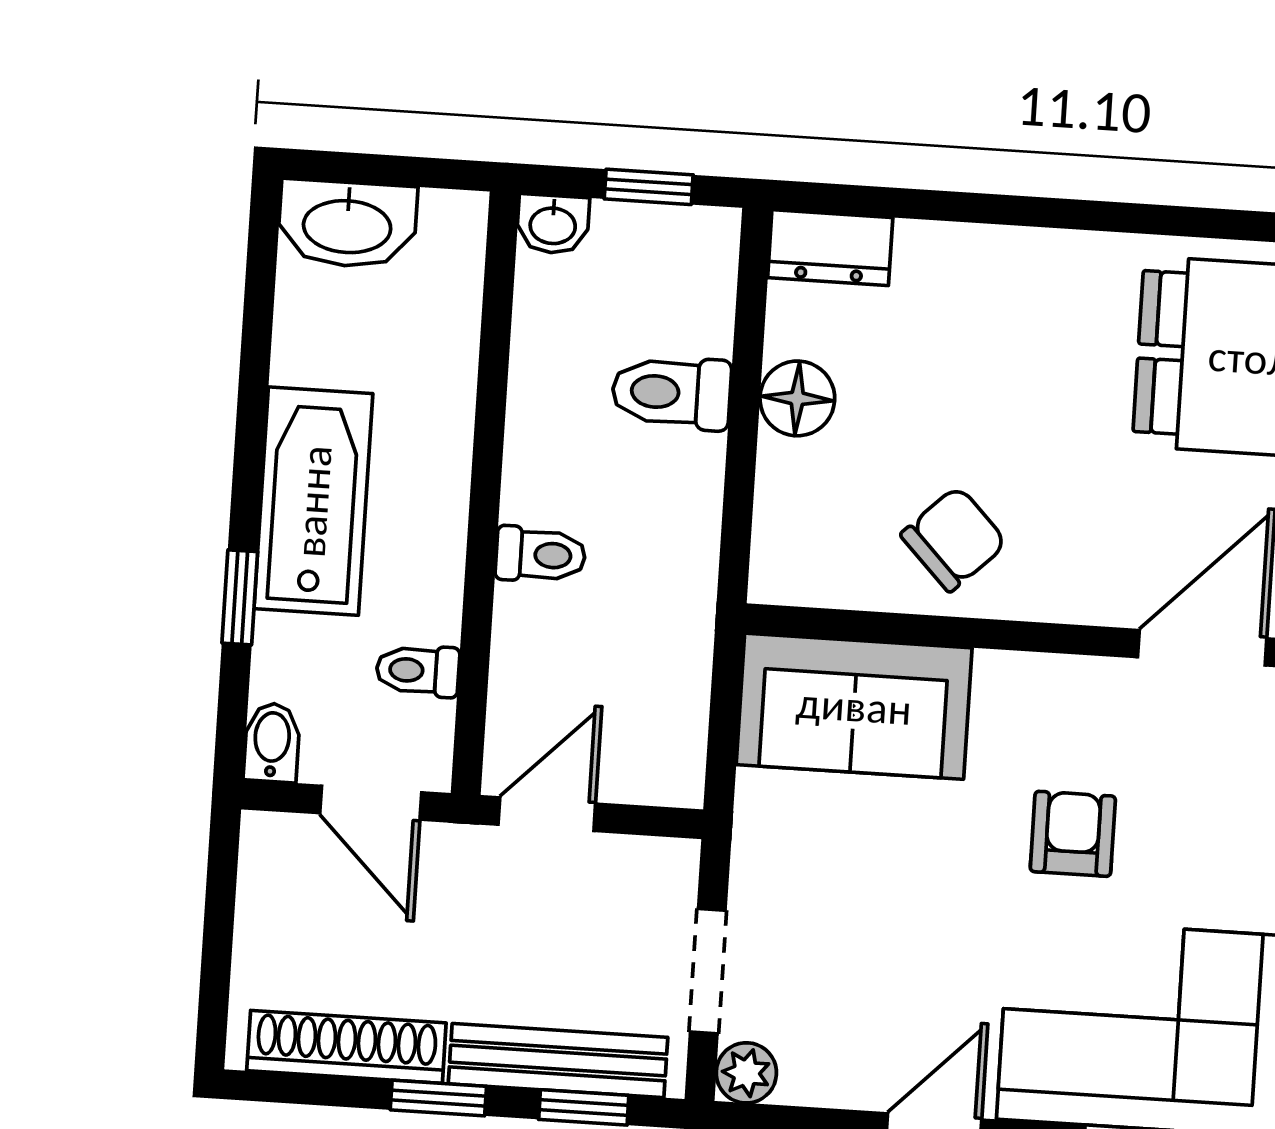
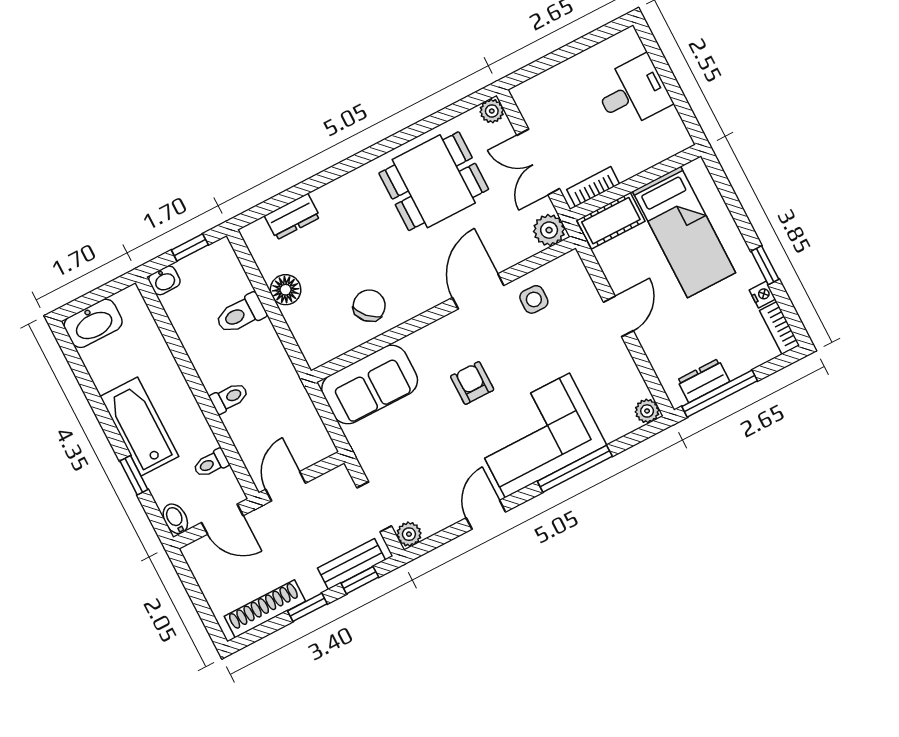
dresser: (830, 248) -> (292, 217), moved
bench: (558, 1061) -> (351, 564), width x0.73

